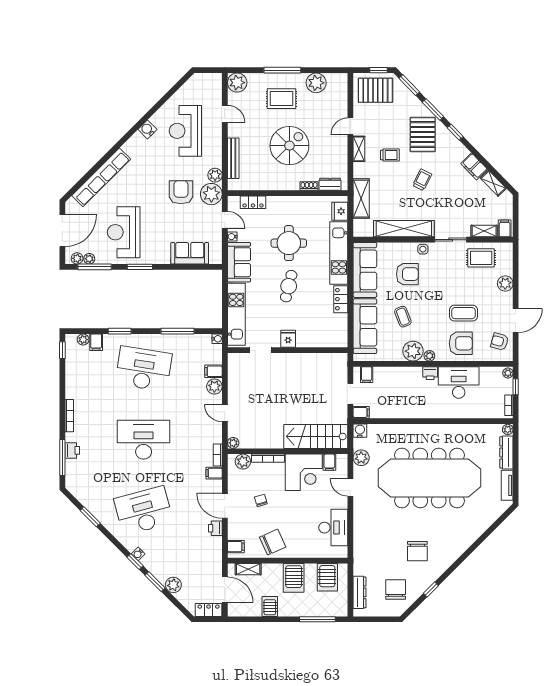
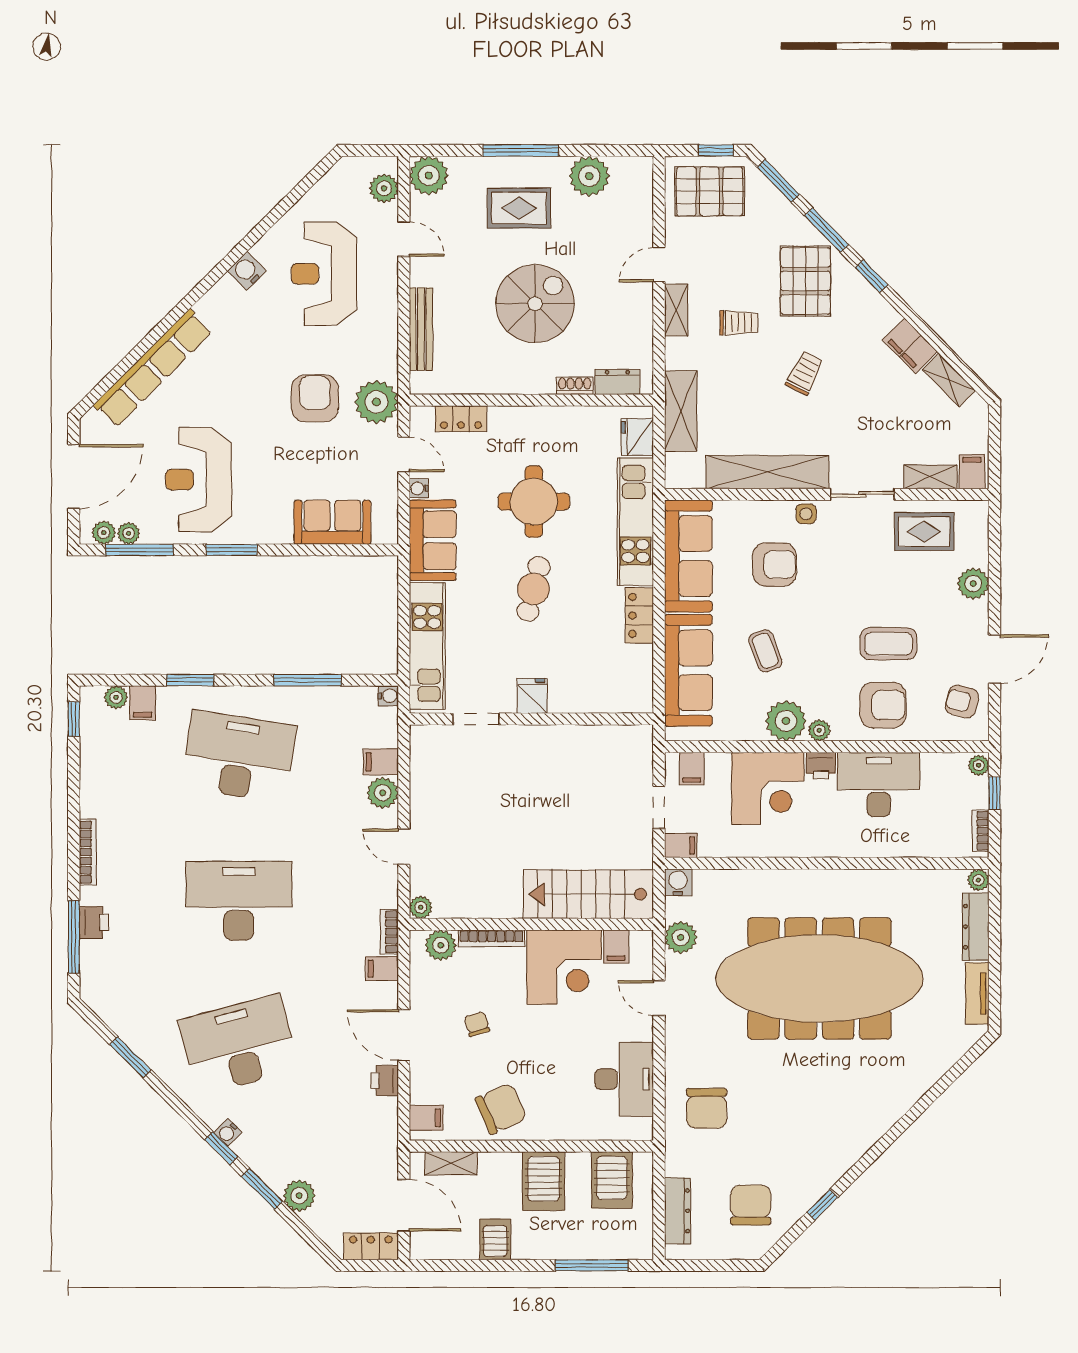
plant: (215, 175) -> (384, 188), moved
corner desk: (404, 384) -> (768, 788), added
chair: (417, 551) -> (707, 1108), moved

